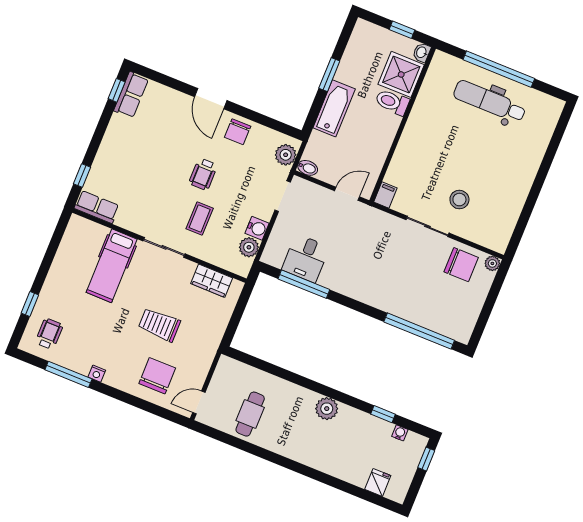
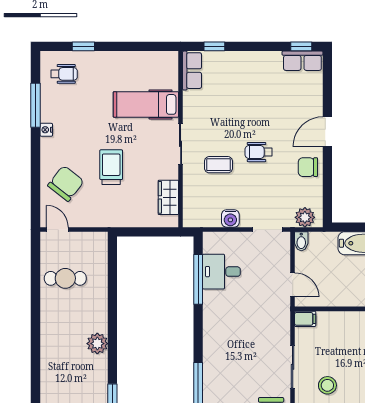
plant: (249, 247) -> (211, 218), removed
chair: (157, 376) -> (66, 183), turned -52

